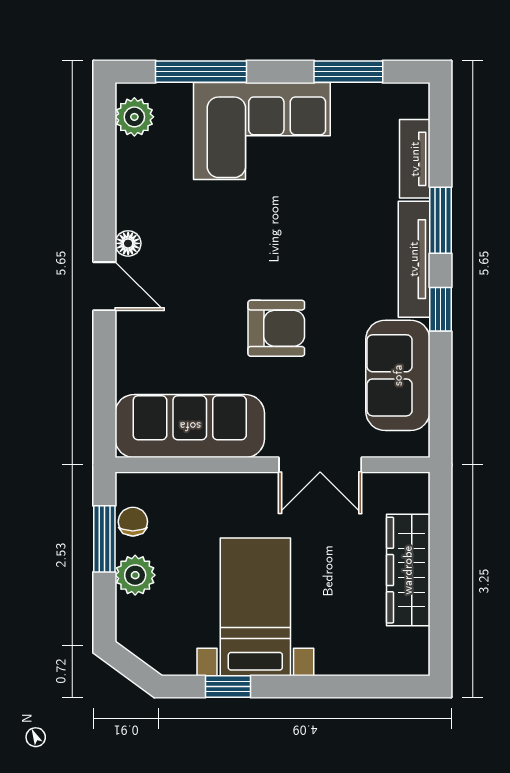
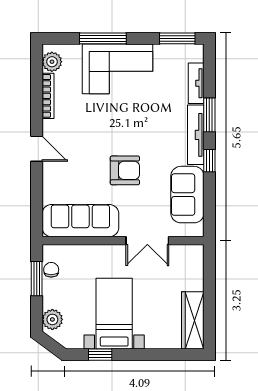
window: (201, 72) -> (103, 38), moved
window: (348, 72) -> (177, 38), moved
bookcase: (127, 183) -> (48, 96), added
floor lamp: (128, 243) -> (49, 127), removed
wardrobe: (408, 570) -> (193, 320), moved
plant: (135, 575) -> (52, 319), moved

